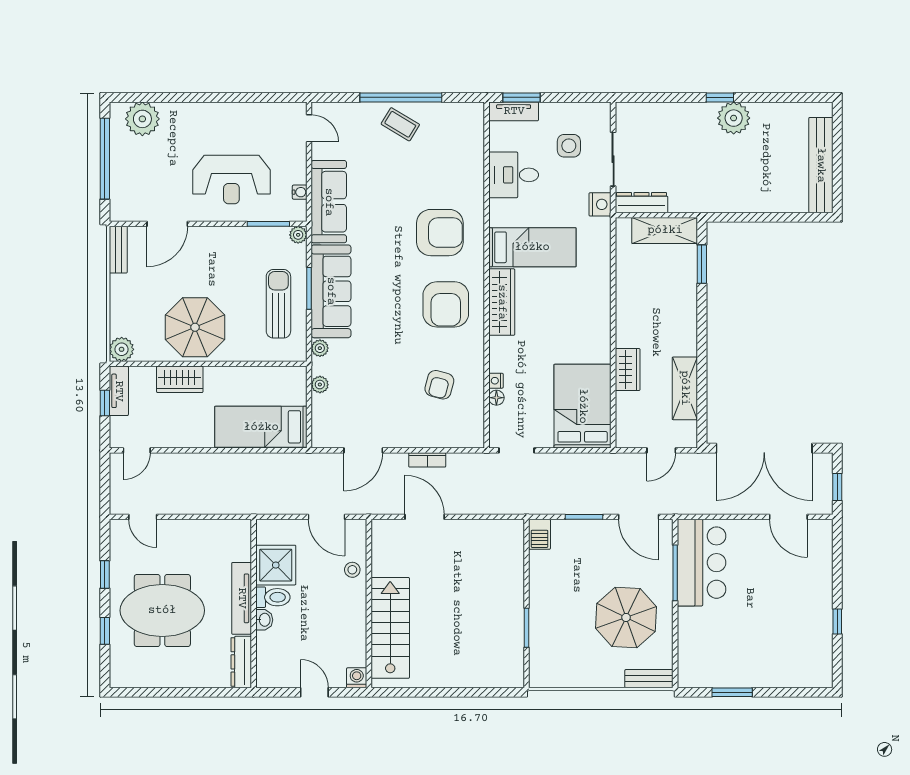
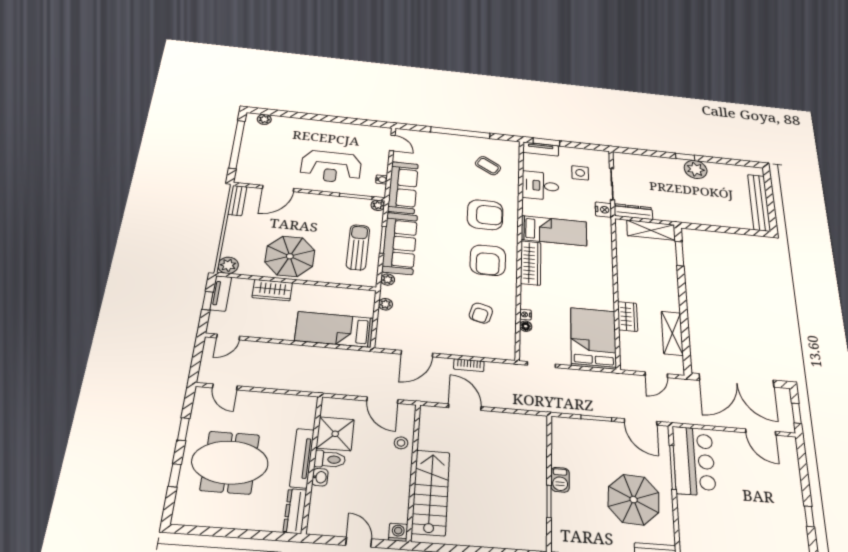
plant: (142, 119) -> (264, 119), width x0.53, depth x0.53
coffee table: (400, 124) -> (488, 166), moved
barbecue: (540, 534) -> (560, 480), moved

